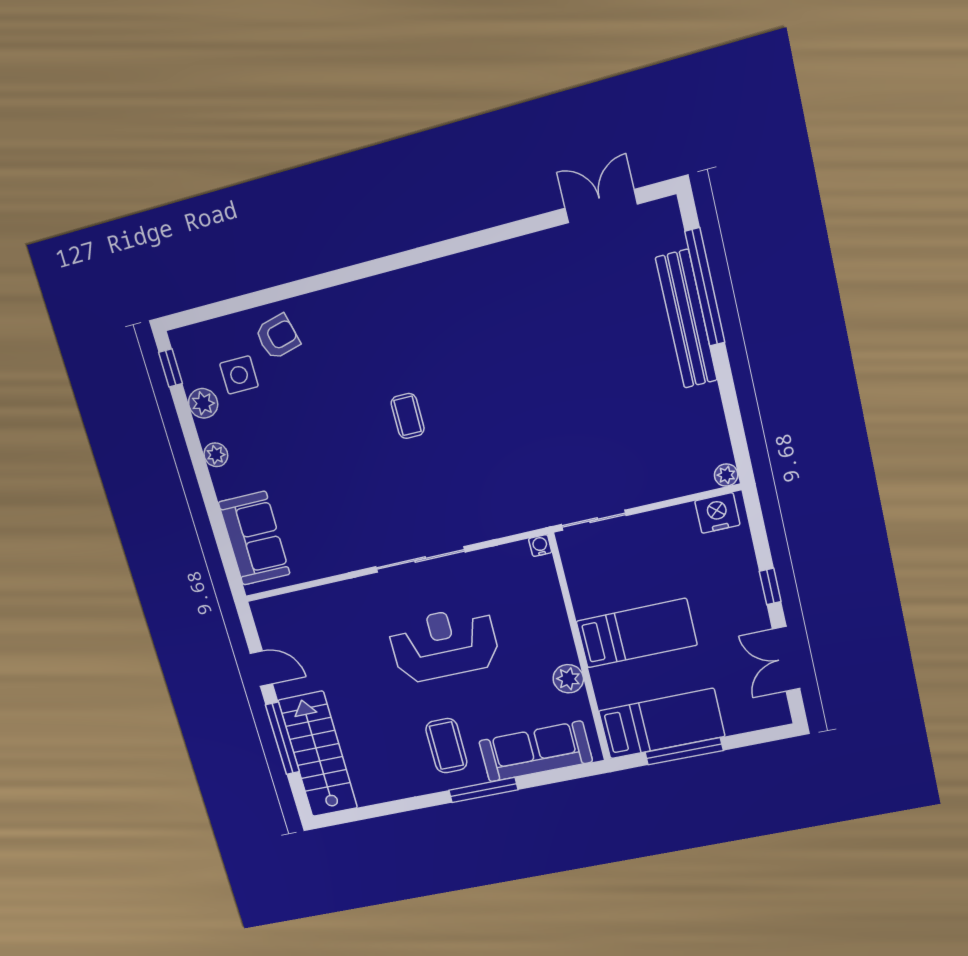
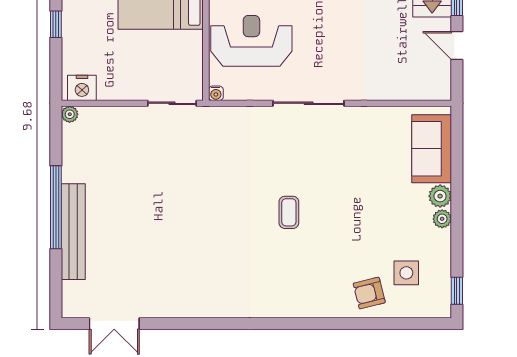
window: (705, 287) -> (56, 207), moved
plant: (203, 403) -> (440, 196), moved
reception desk: (444, 644) -> (251, 41), moved, turned 180

